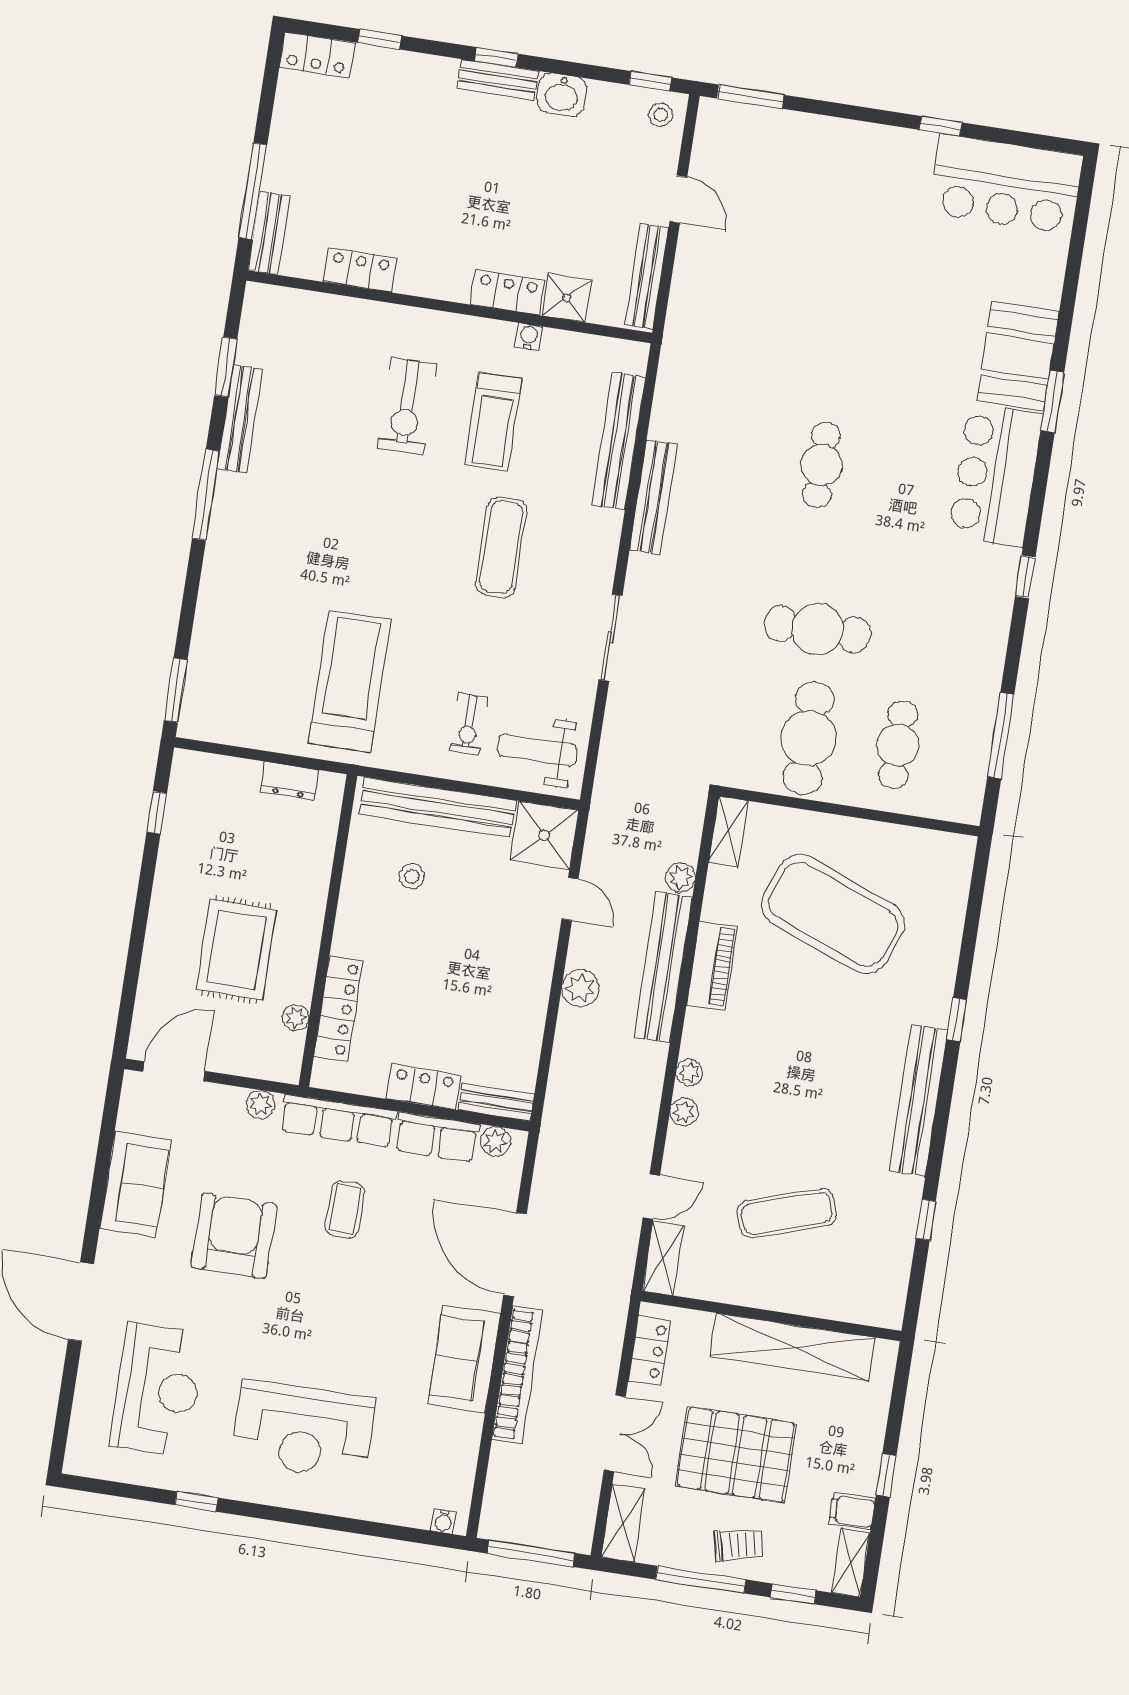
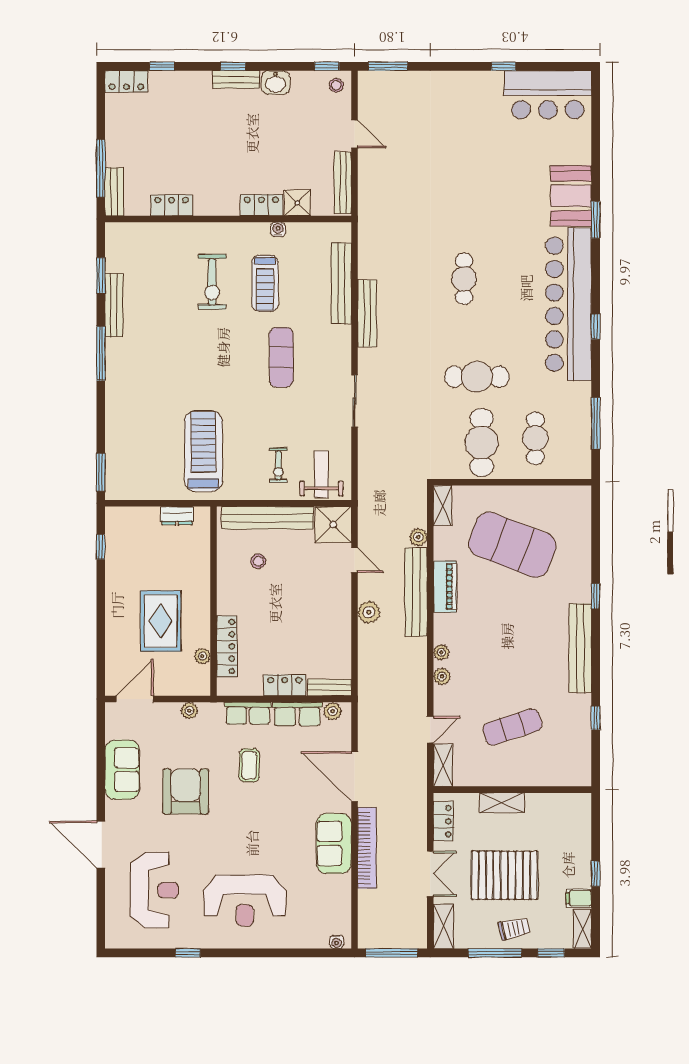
bar counter: (996, 475) -> (569, 304), width x1.86
weight bench: (537, 750) -> (321, 474), turned 90
row of seats: (338, 1121) -> (248, 713), width x0.68
shelving: (793, 1347) -> (502, 803), width x0.45, depth x0.75

